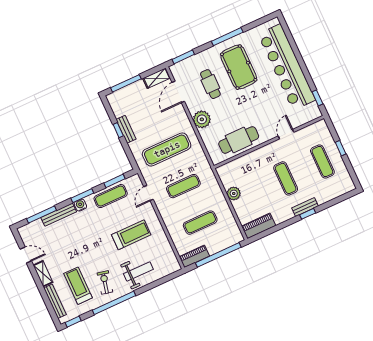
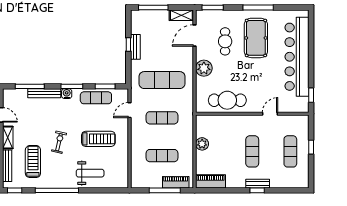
window: (218, 255) -> (165, 190), width x0.68
piano: (194, 256) -> (176, 182), moved
exercise bike: (105, 282) -> (59, 142), moved

